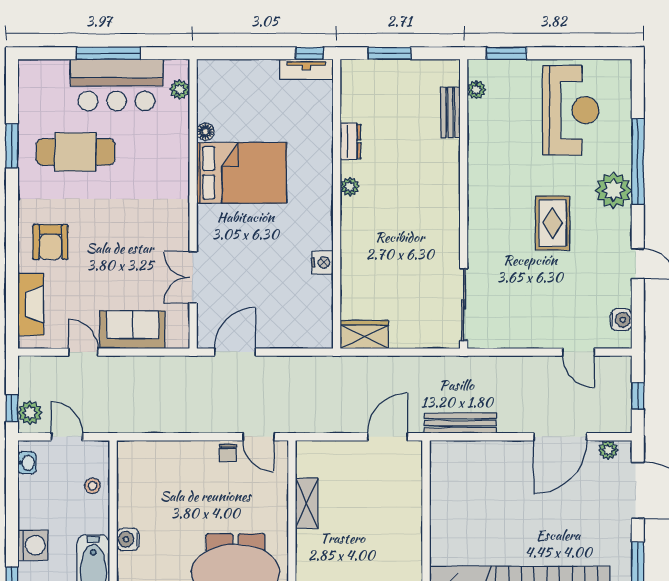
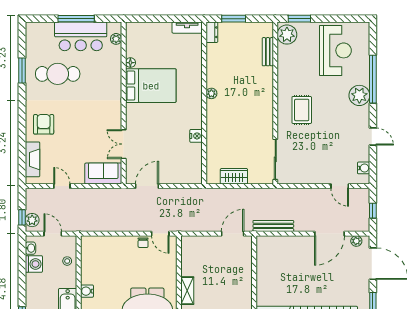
window: (310, 53) -> (189, 19), removed
plant: (476, 90) -> (287, 35), width x1.88, depth x1.88
dresser: (350, 141) -> (212, 32), moved
rug: (553, 223) -> (302, 110), moved
armchair: (50, 242) -> (44, 124), turned 180
sofa: (132, 330) -> (103, 174), moved
wardrobe: (364, 335) -> (234, 176), moved
shelving: (307, 503) -> (187, 291), moved
washing machine: (33, 545) -> (34, 264), moved

